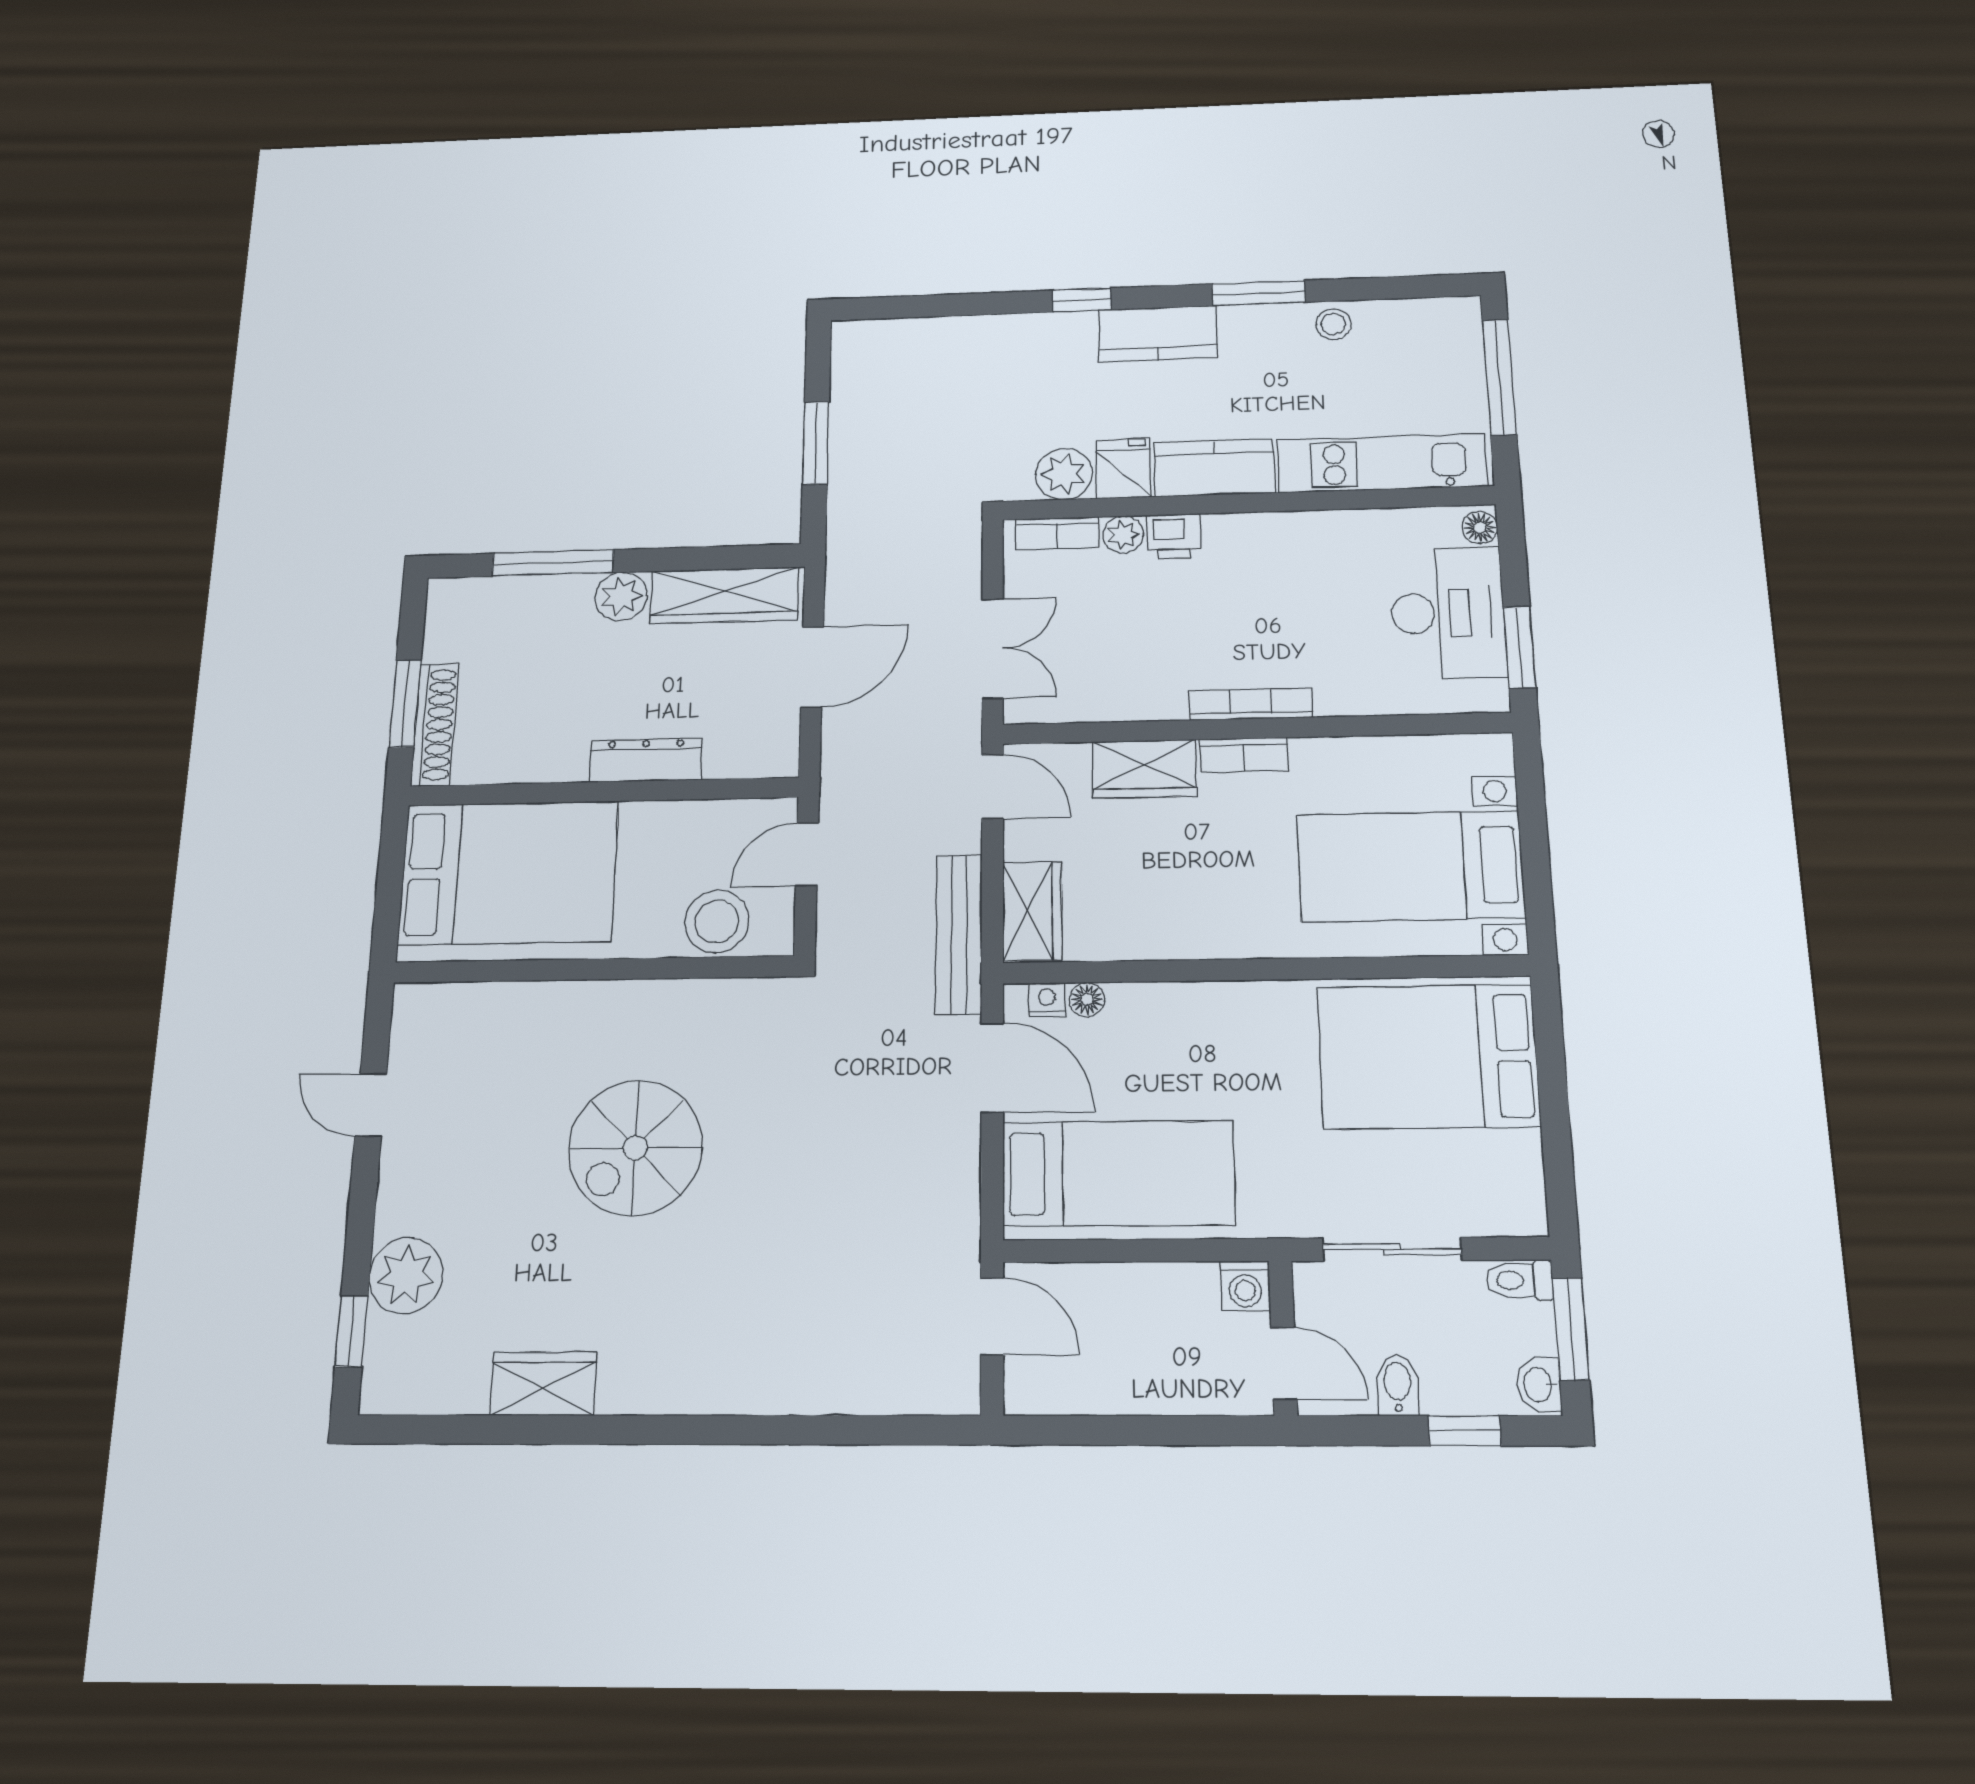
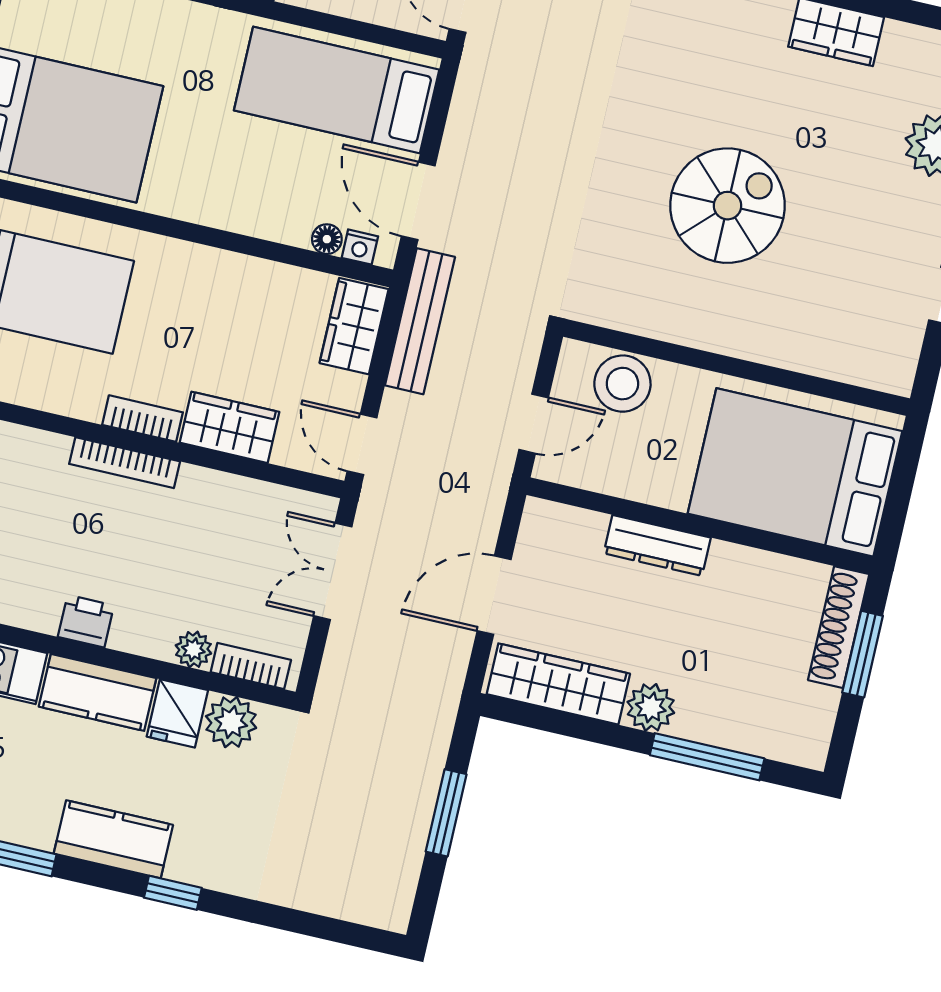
printer: (1174, 536) -> (86, 621), moved

